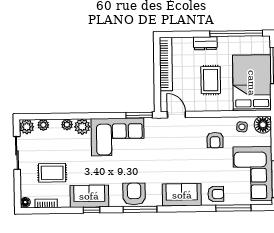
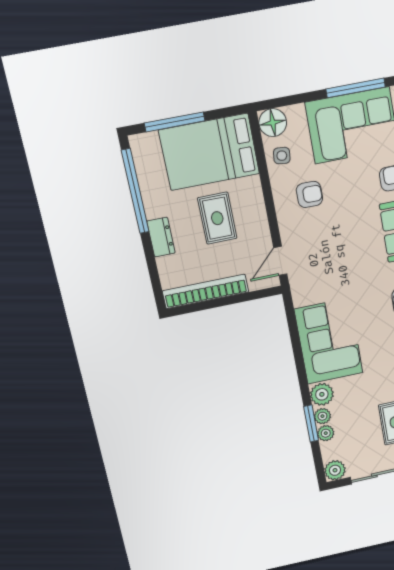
rug: (211, 80) -> (217, 218), turned 90
window: (139, 115) -> (311, 423), moved
plant: (43, 125) -> (326, 433), moved

